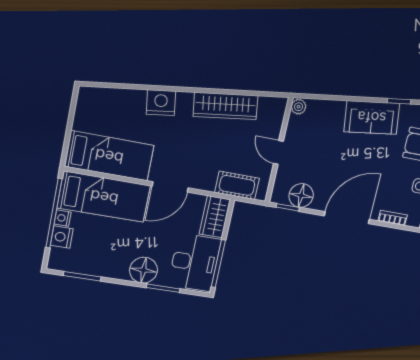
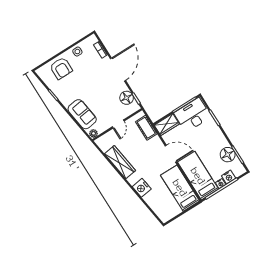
sofa: (372, 117) -> (82, 114), moved
door: (347, 218) -> (118, 70), swing flipped
floor lamp: (144, 270) -> (228, 155), moved

